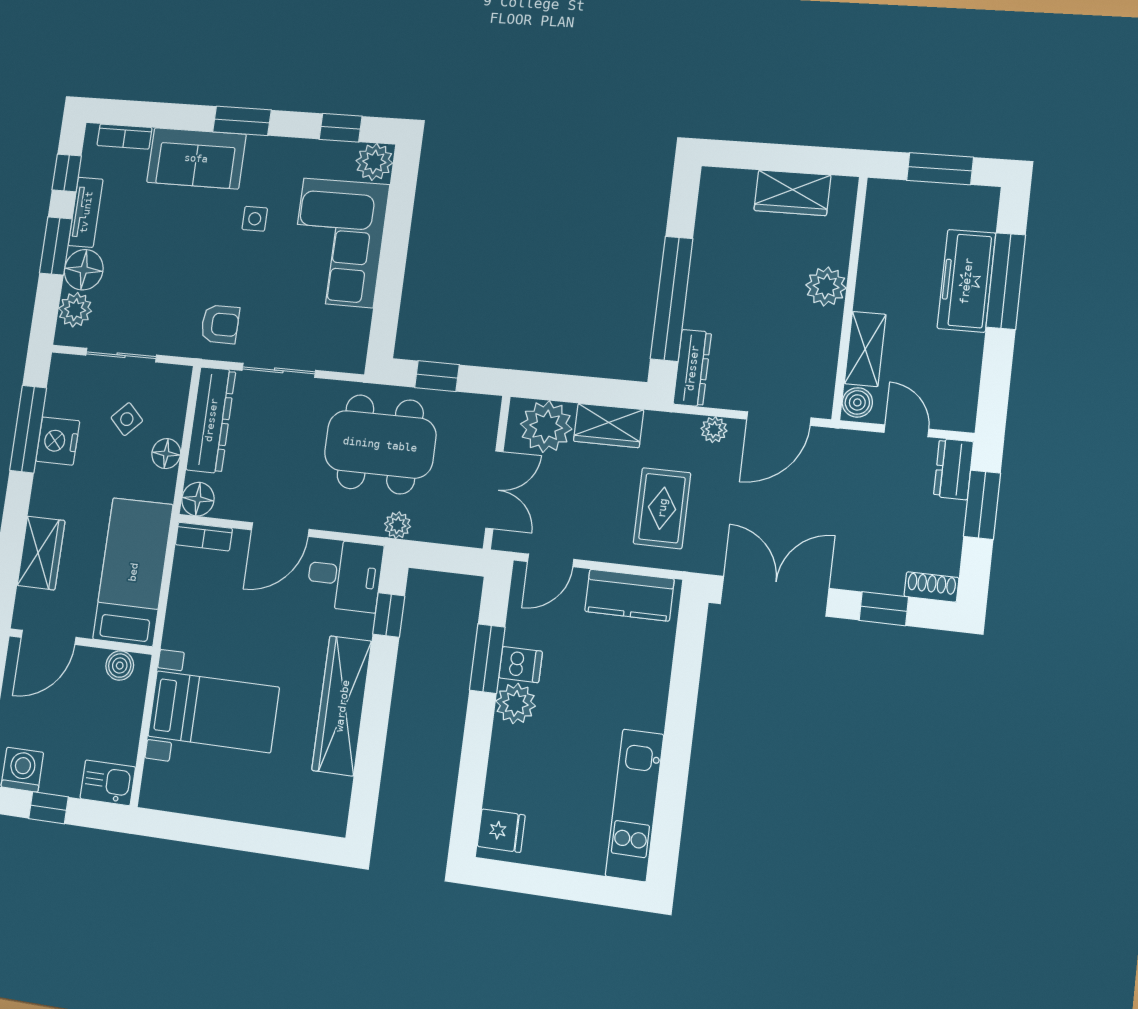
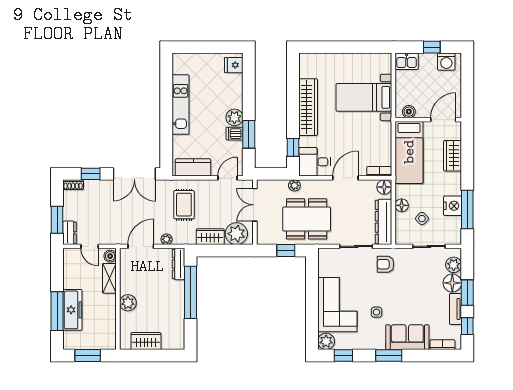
kitchen unit: (635, 805) -> (181, 105), moved

